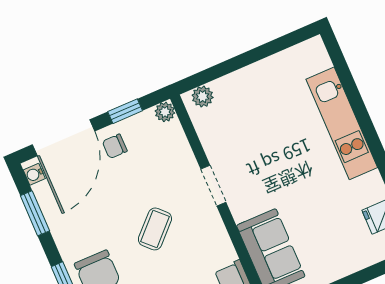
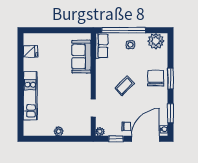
plant: (203, 96) -> (59, 131), moved
doorway: (213, 186) -> (93, 108), moved

